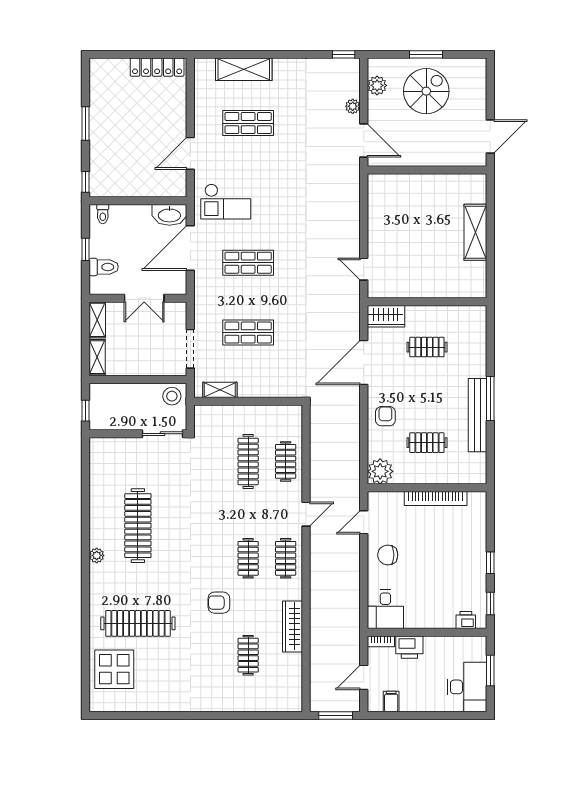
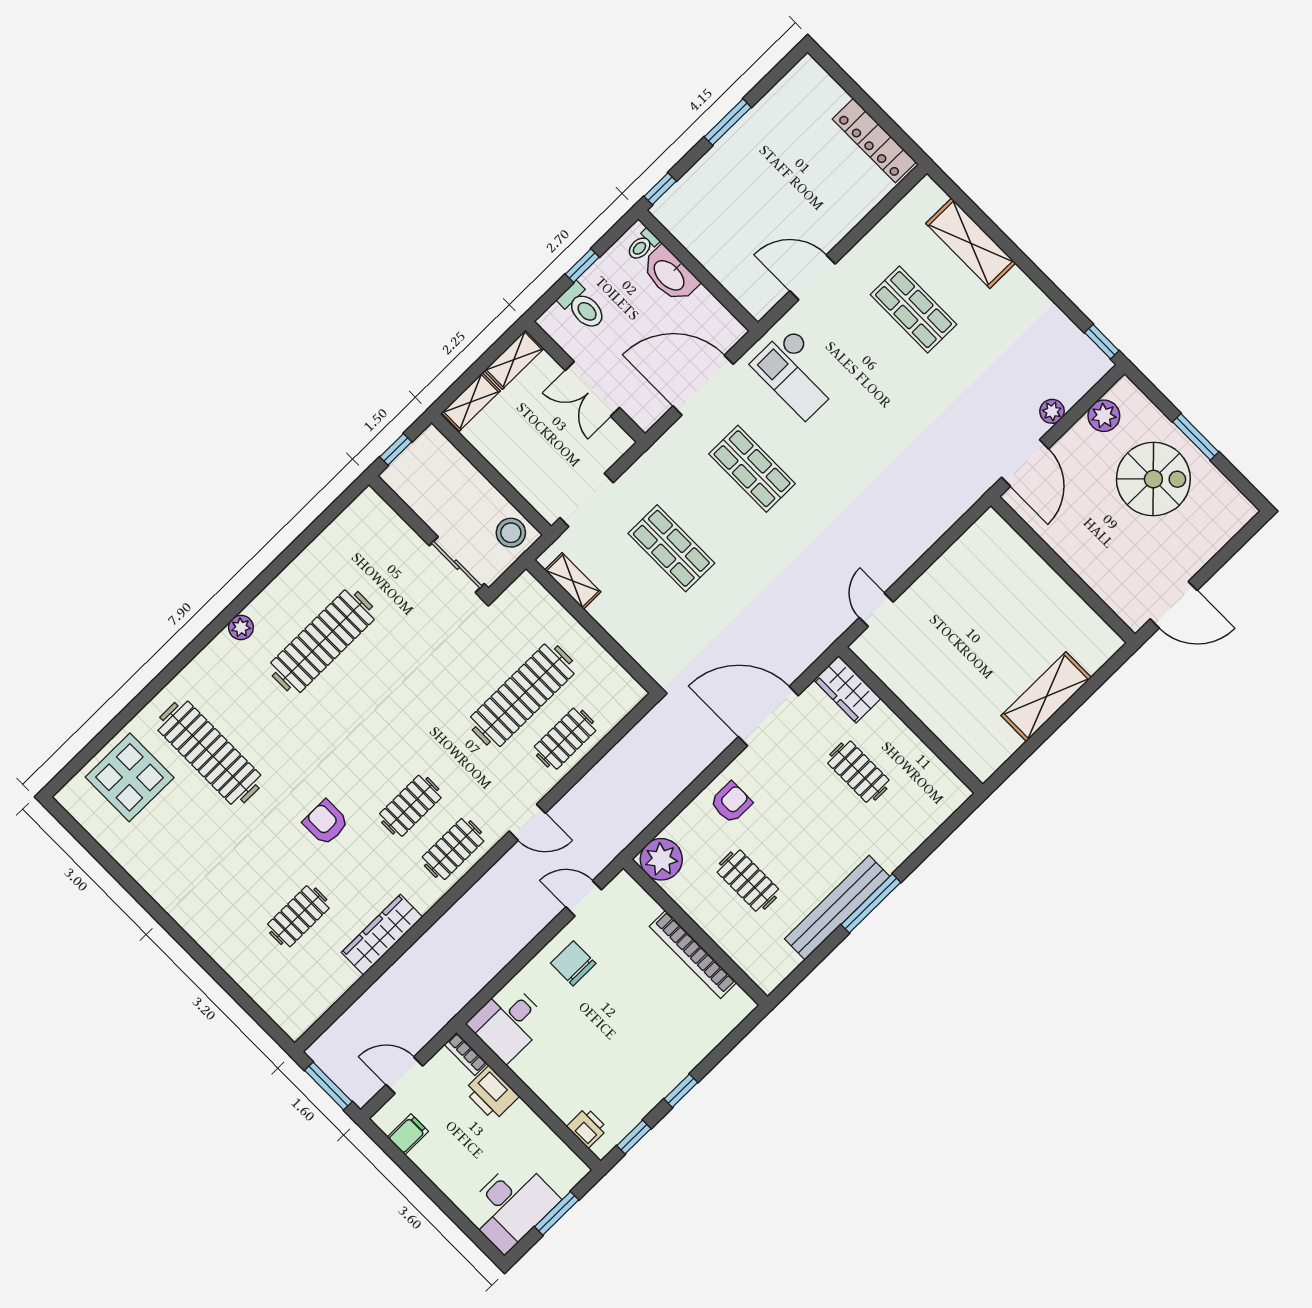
washbasin: (169, 215) -> (670, 275), moved
clothes rail: (248, 461) -> (522, 695), width x1.37, depth x1.31

